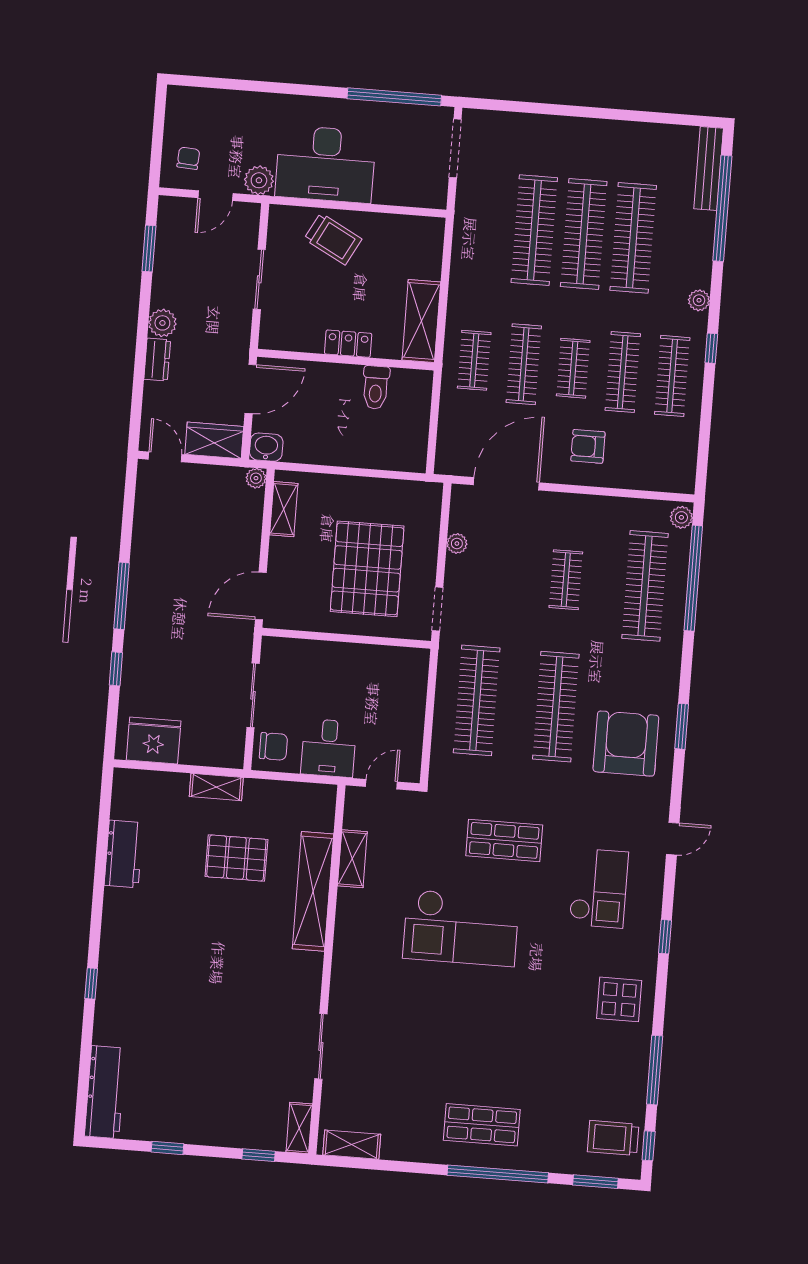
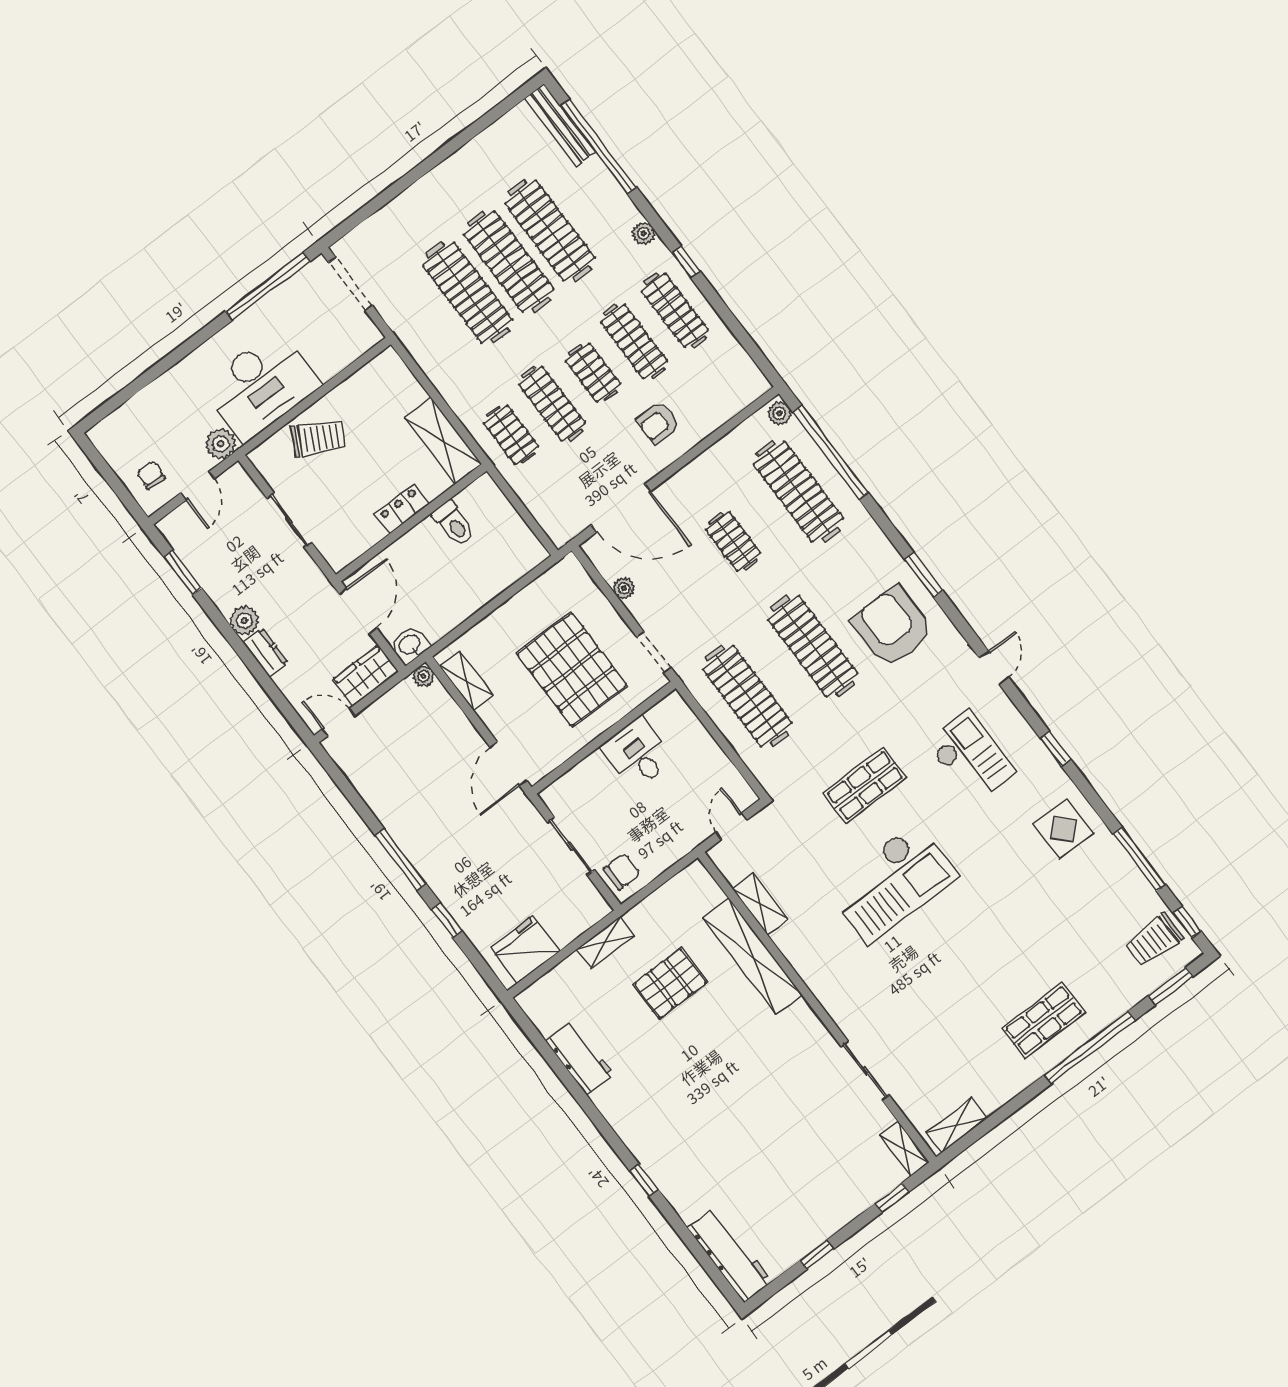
door: (506, 484) -> (621, 508), swing flipped
desk: (329, 748) -> (638, 753), moved, turned 180

